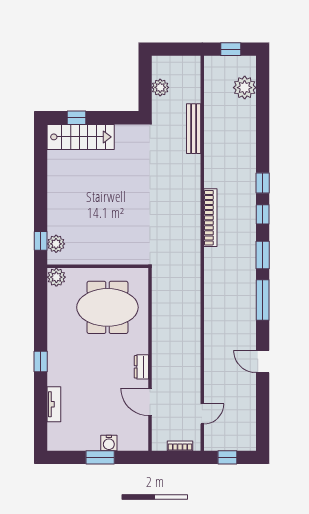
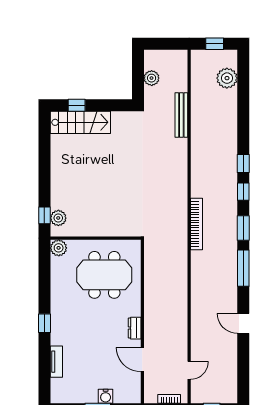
bookcase: (210, 218) -> (196, 224), moved

